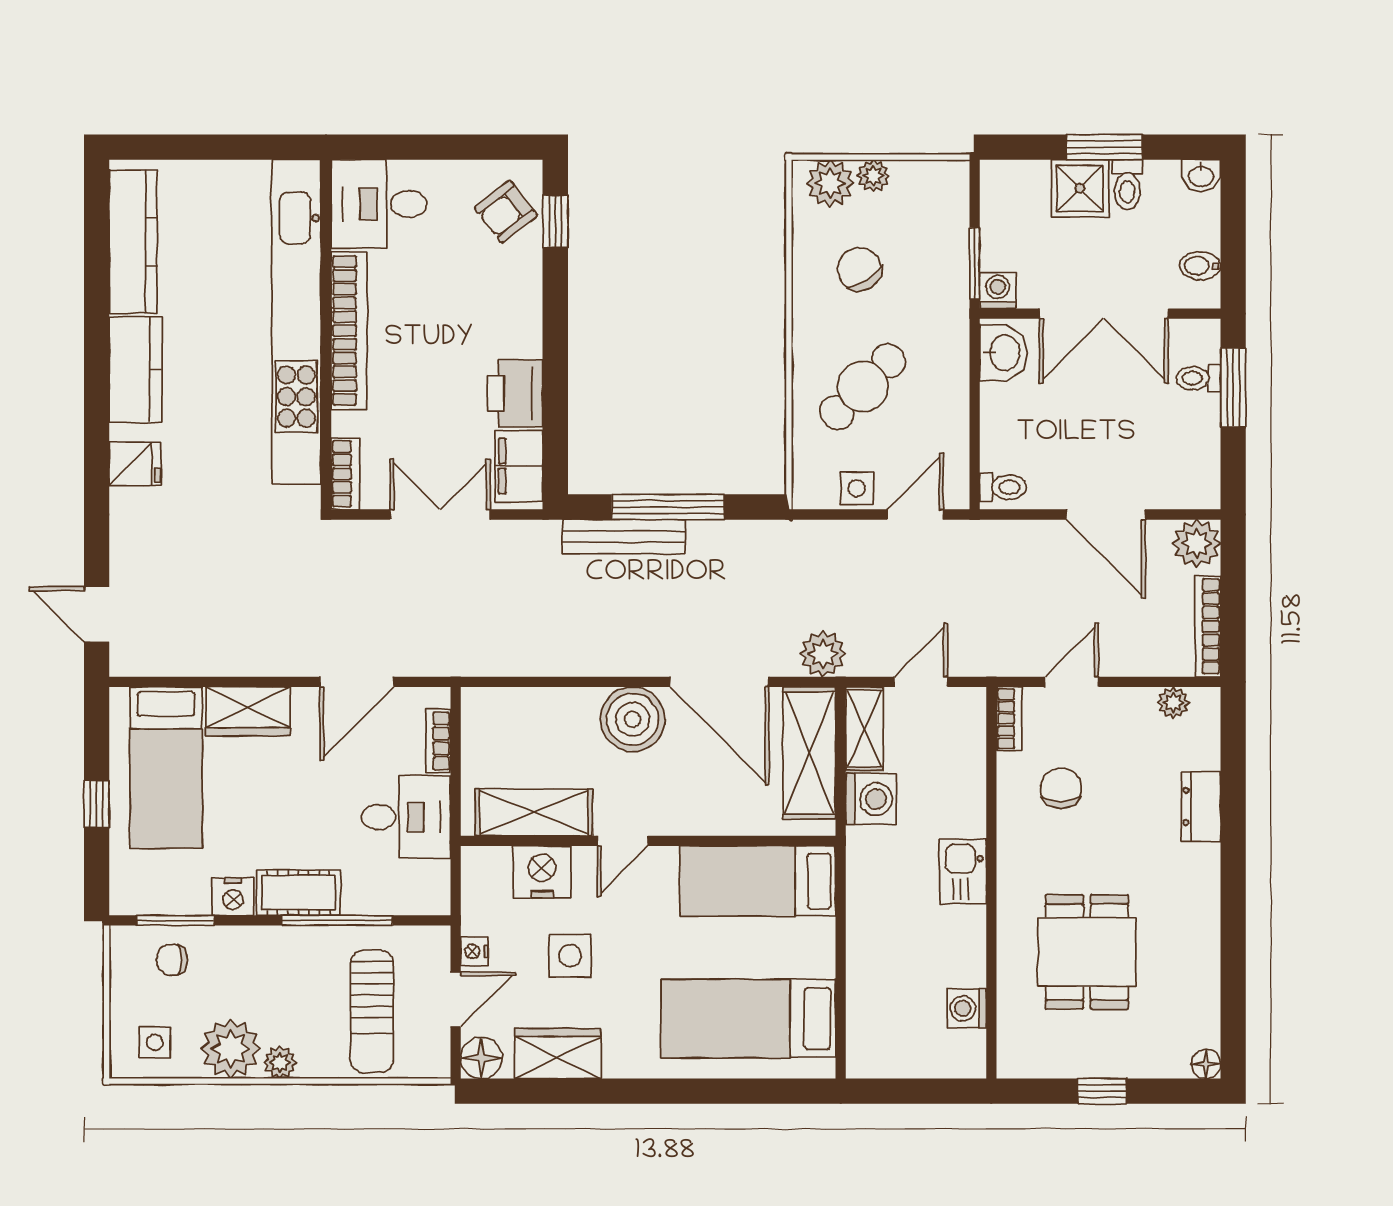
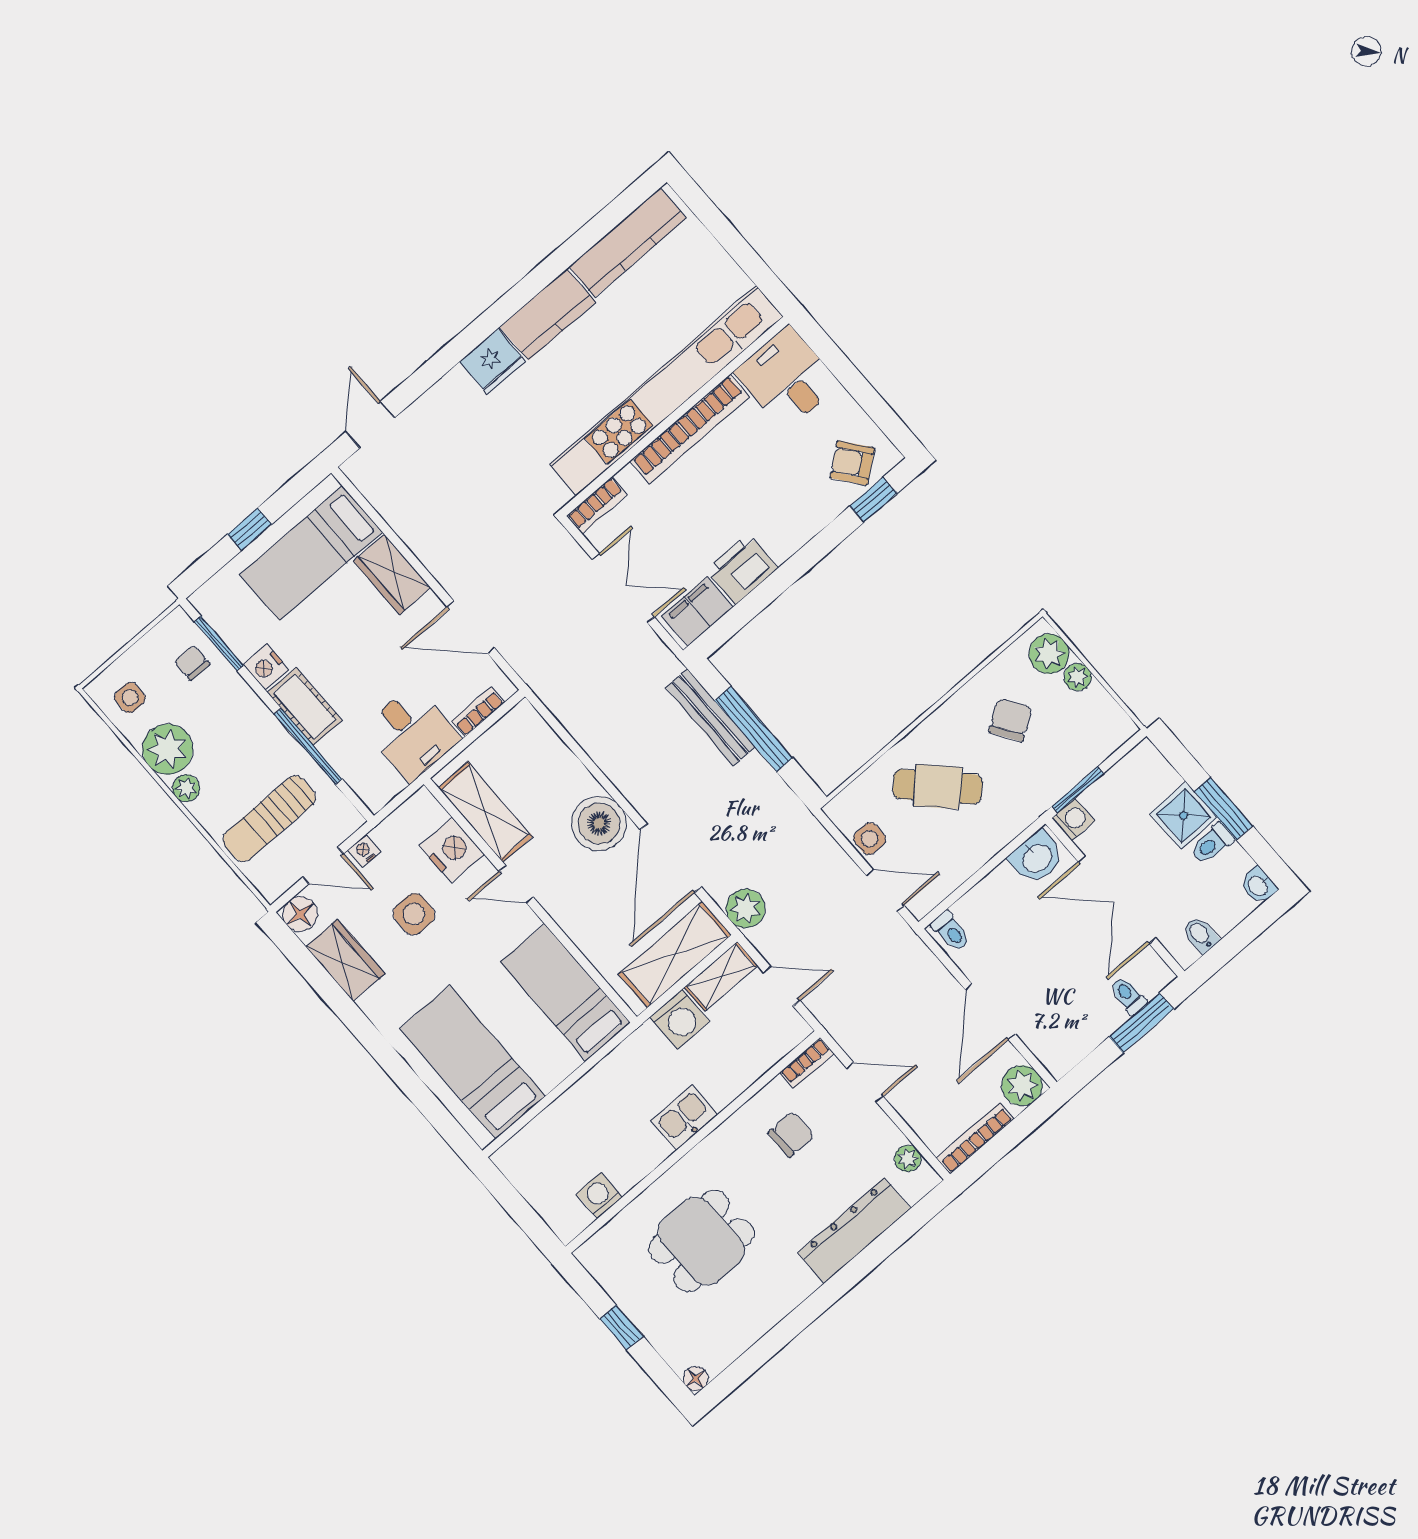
fridge: (135, 464) -> (493, 361), width x1.38
dresser: (1201, 807) -> (854, 1230), width x1.96, depth x1.24

